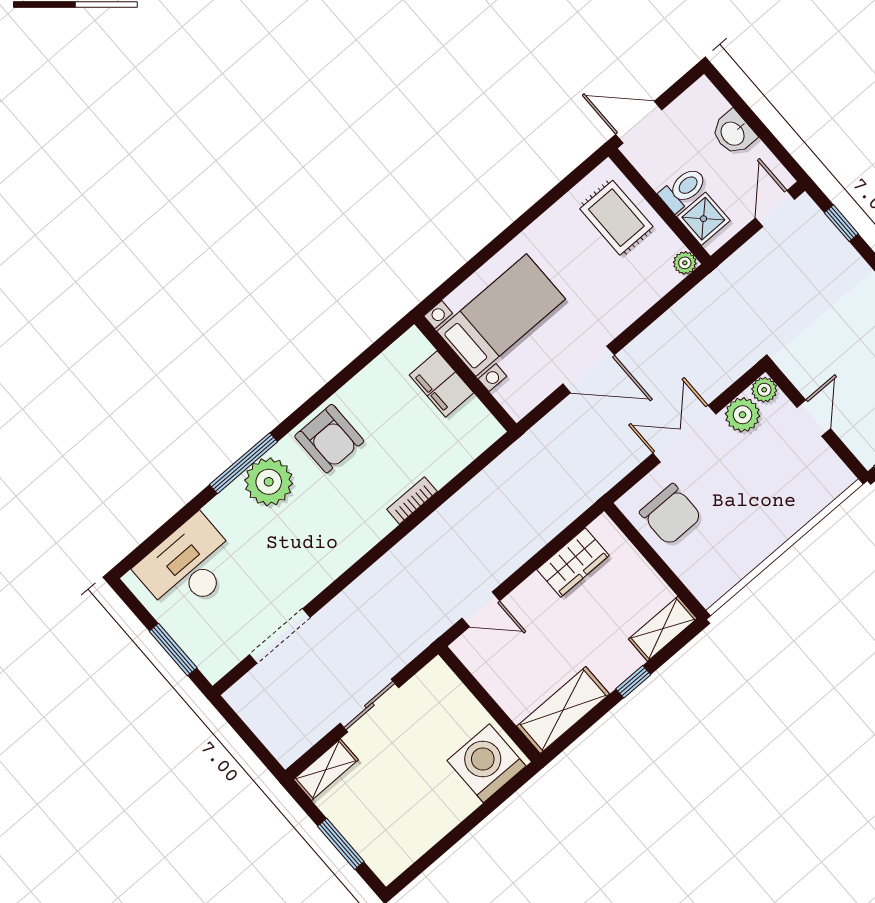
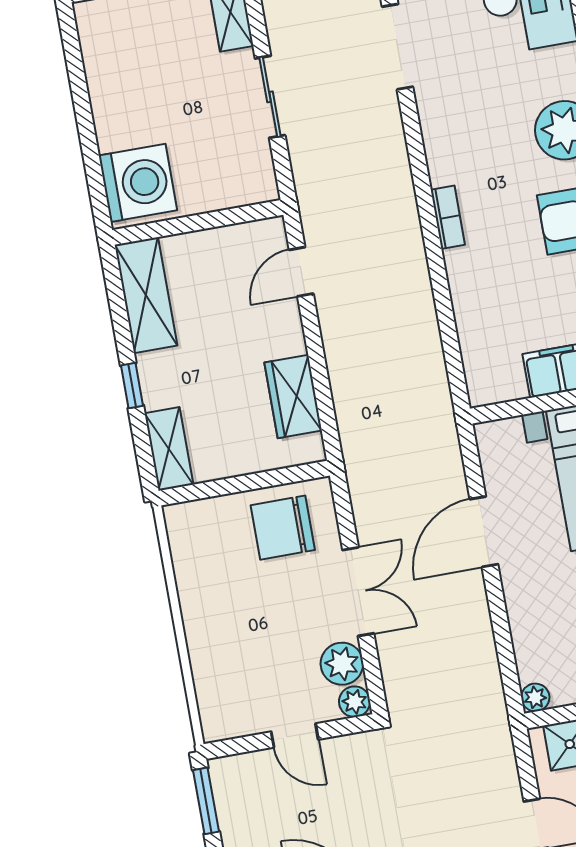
bookcase: (412, 500) -> (448, 217), moved

